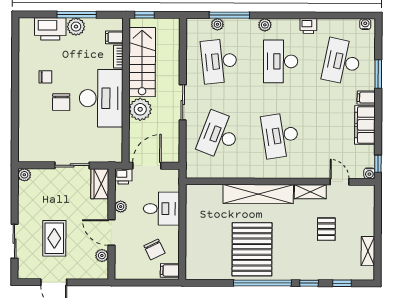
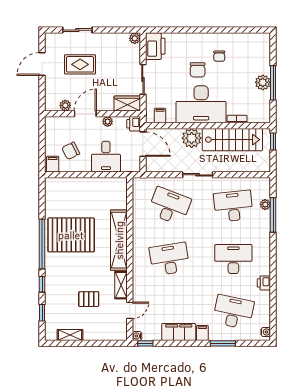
plant: (265, 25) -> (265, 245), removed
printer: (50, 29) -> (155, 46), moved, turned 180
filing cabinet: (114, 37) -> (160, 116), moved
chair: (61, 102) -> (198, 70), turned -90

